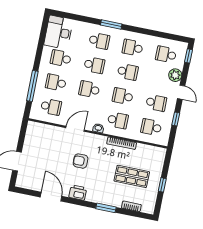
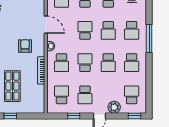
window: (111, 24) -> (149, 38), width x1.44
school desk: (133, 48) -> (132, 63), turned 180
armchair: (81, 161) -> (25, 46), moved

